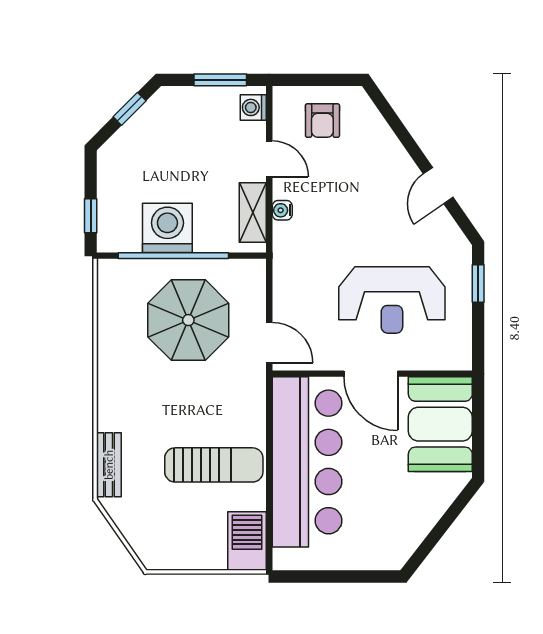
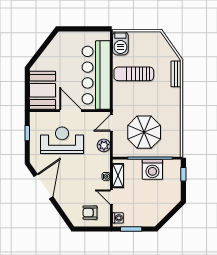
window: (130, 109) -> (168, 217), removed
armchair: (322, 121) -> (90, 213), turned -90
door: (438, 185) -> (43, 186), width x1.87
window: (478, 283) -> (27, 133), moved
plant: (288, 287) -> (104, 145), added
door: (269, 343) -> (111, 123), hinge flipped

